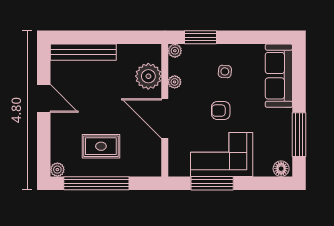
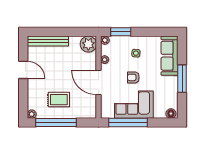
plant: (148, 76) -> (88, 44), moved
window: (299, 135) -> (182, 79), moved
window: (212, 183) -> (128, 123), width x1.46

